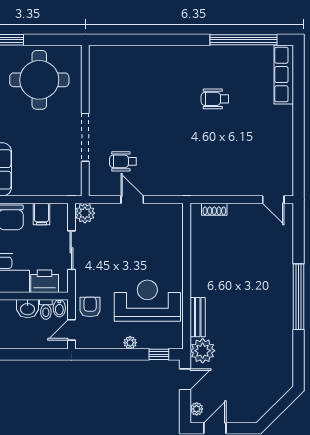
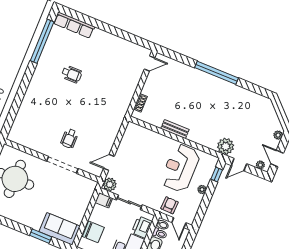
wheelchair: (215, 99) -> (72, 74), turned -90
wheelchair: (123, 161) -> (69, 138), moved
door: (132, 200) -> (109, 162), moved
filing cabinet: (41, 214) -> (104, 200), moved
armchair: (90, 307) -> (170, 205), turned 92
bench: (198, 317) -> (175, 129), moved
door: (185, 379) -> (239, 165), swing flipped
plant: (248, 416) -> (278, 135), added

